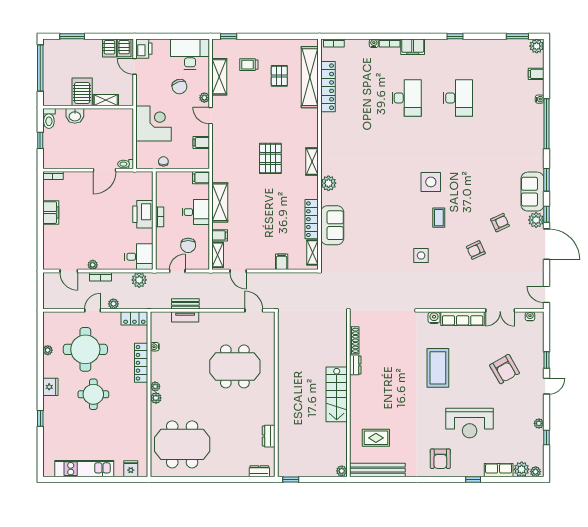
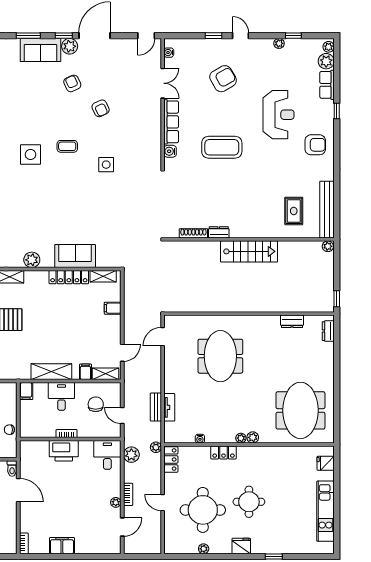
chair: (188, 245) -> (96, 404), turned -90
plant: (113, 304) -> (156, 447), moved
locker: (141, 363) -> (224, 453), width x0.66

